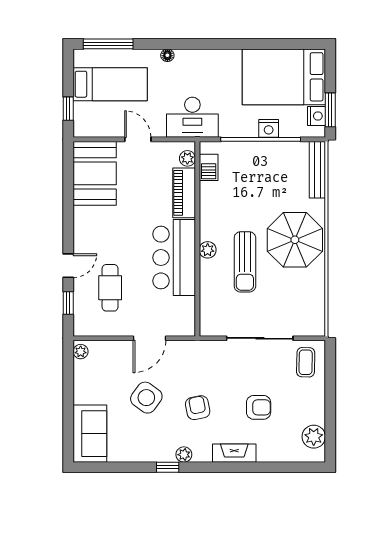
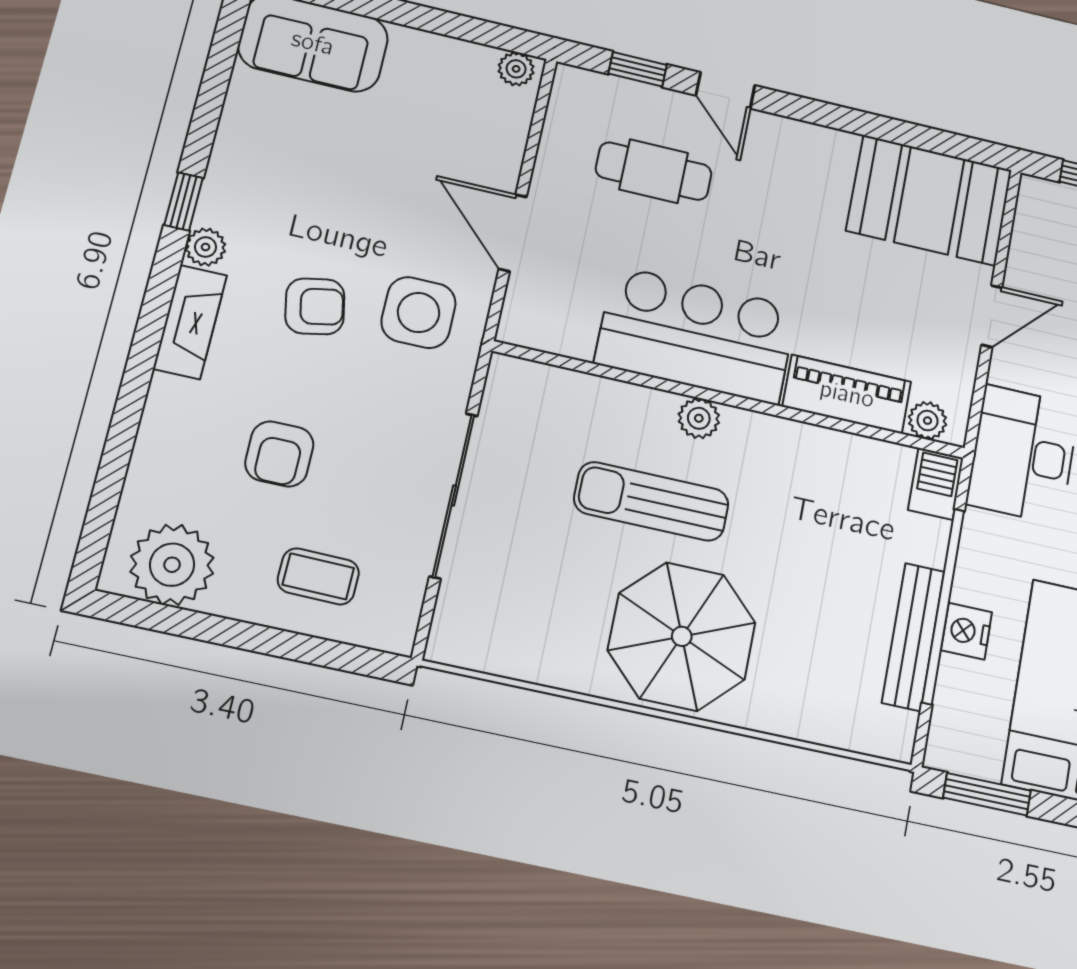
nightstand: (316, 116) -> (977, 756), removed
barbecue: (209, 167) -> (936, 484), moved, turned 90
bench: (317, 170) -> (913, 637), moved, turned 90
coffee table: (306, 362) -> (318, 576), moved
side table: (146, 398) -> (419, 313), moved, turned -36
plant: (314, 437) -> (172, 565), width x1.36, depth x1.36
fireplace: (234, 453) -> (190, 322), moved

